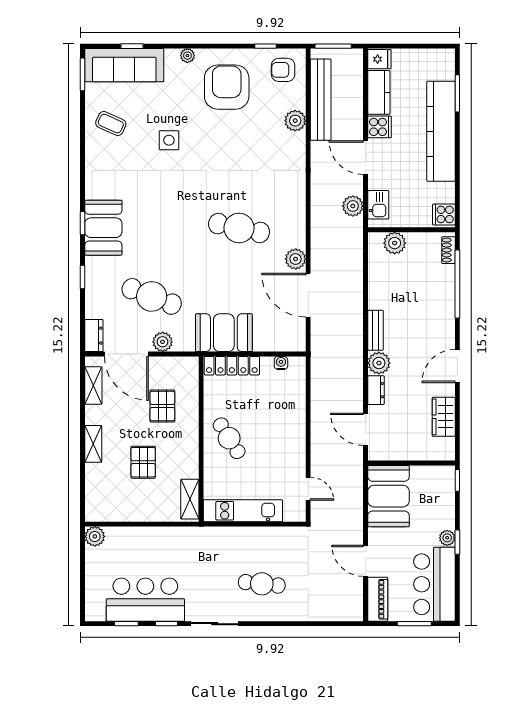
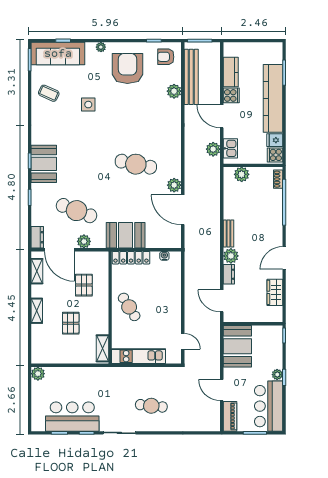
fridge: (379, 59) -> (275, 140), moved, turned 180

